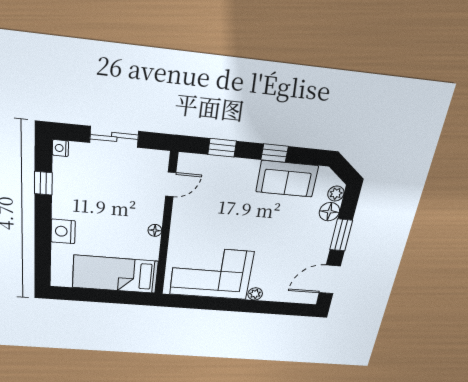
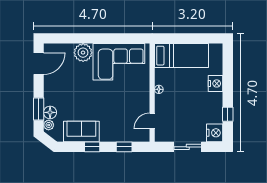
nightstand: (60, 148) -> (215, 133), width x1.89, depth x1.79
window: (341, 235) -> (39, 109), moved
plant: (255, 294) -> (83, 53), width x1.88, depth x1.88

